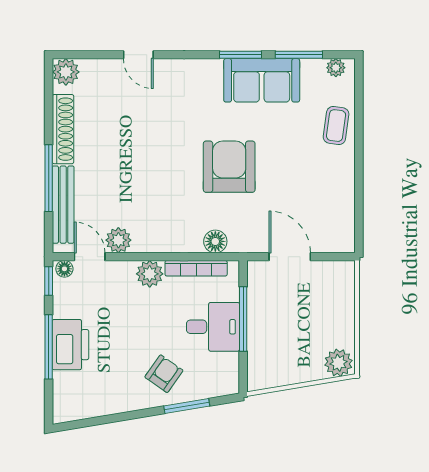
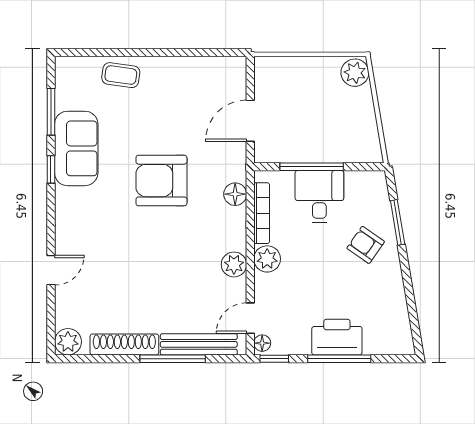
window: (240, 55) -> (51, 169), width x0.67
plant: (336, 68) -> (64, 75), removed
plant: (118, 240) -> (234, 264), moved

